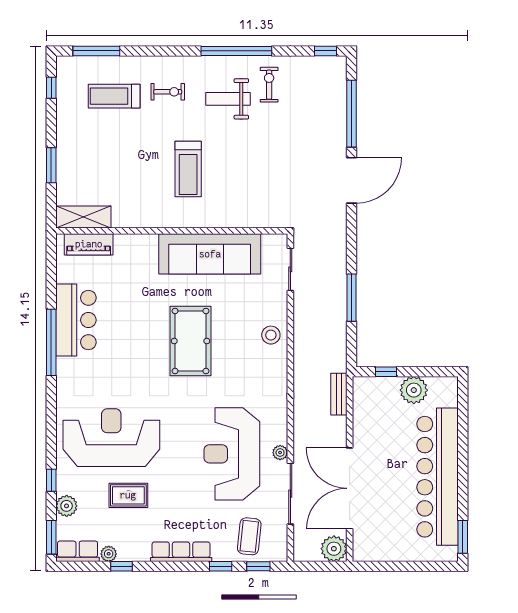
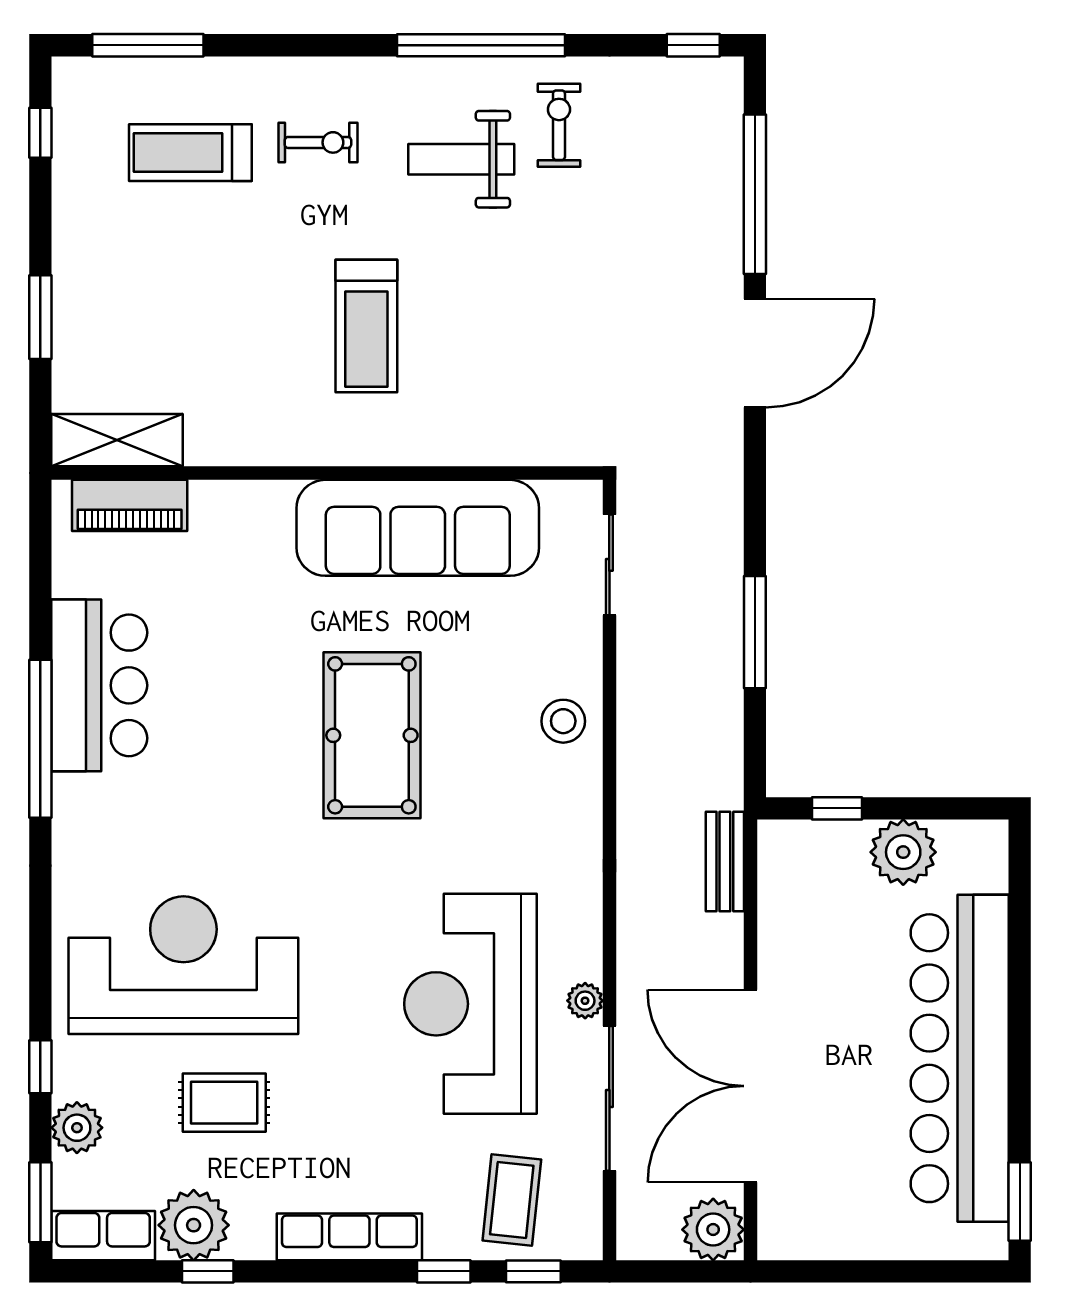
plant: (109, 554) -> (194, 1225), width x1.87, depth x1.87

